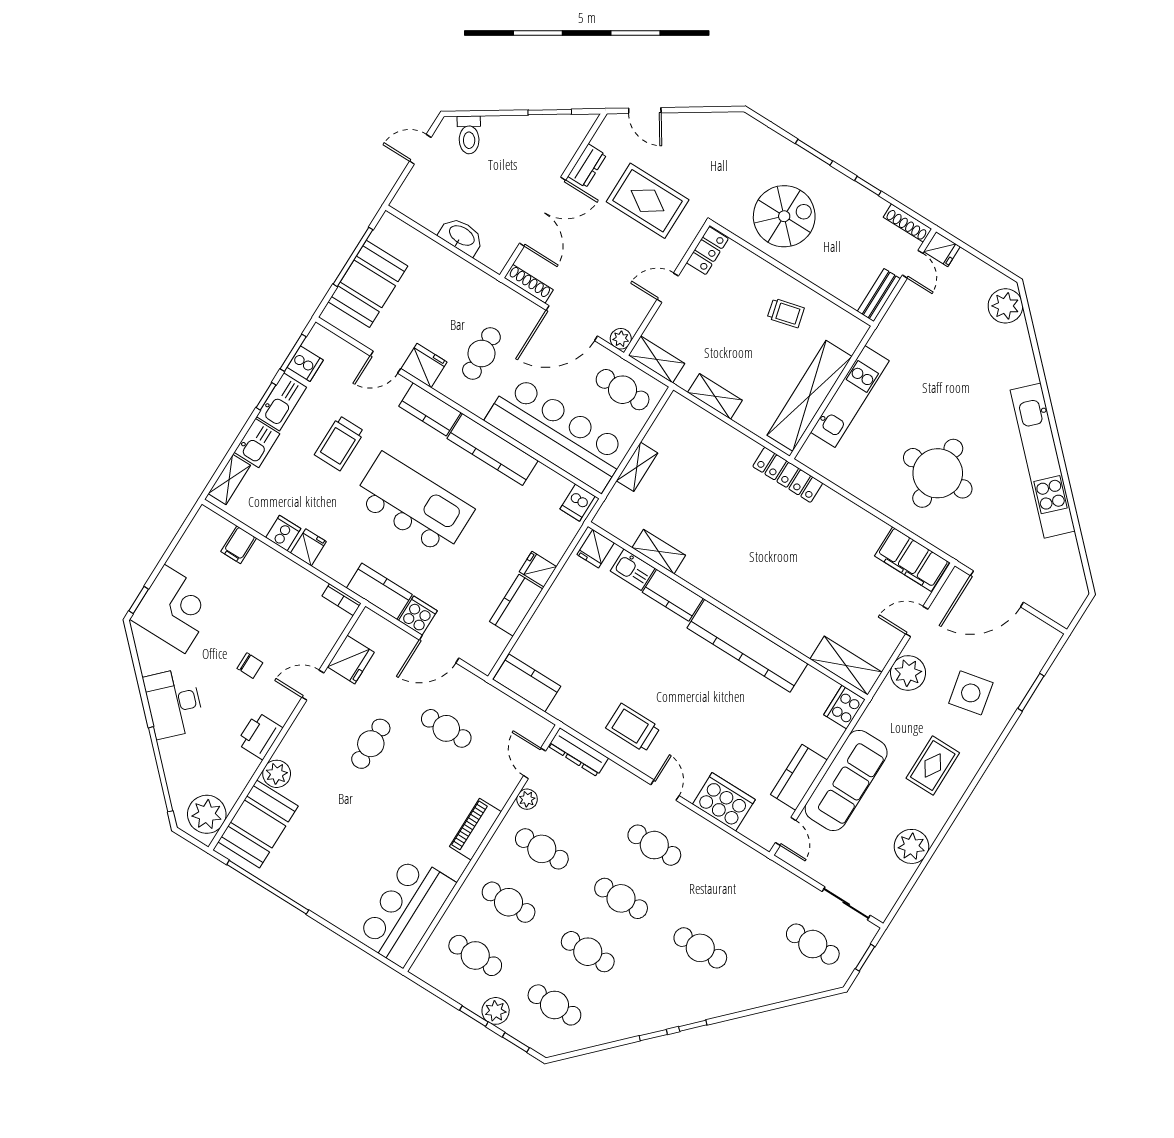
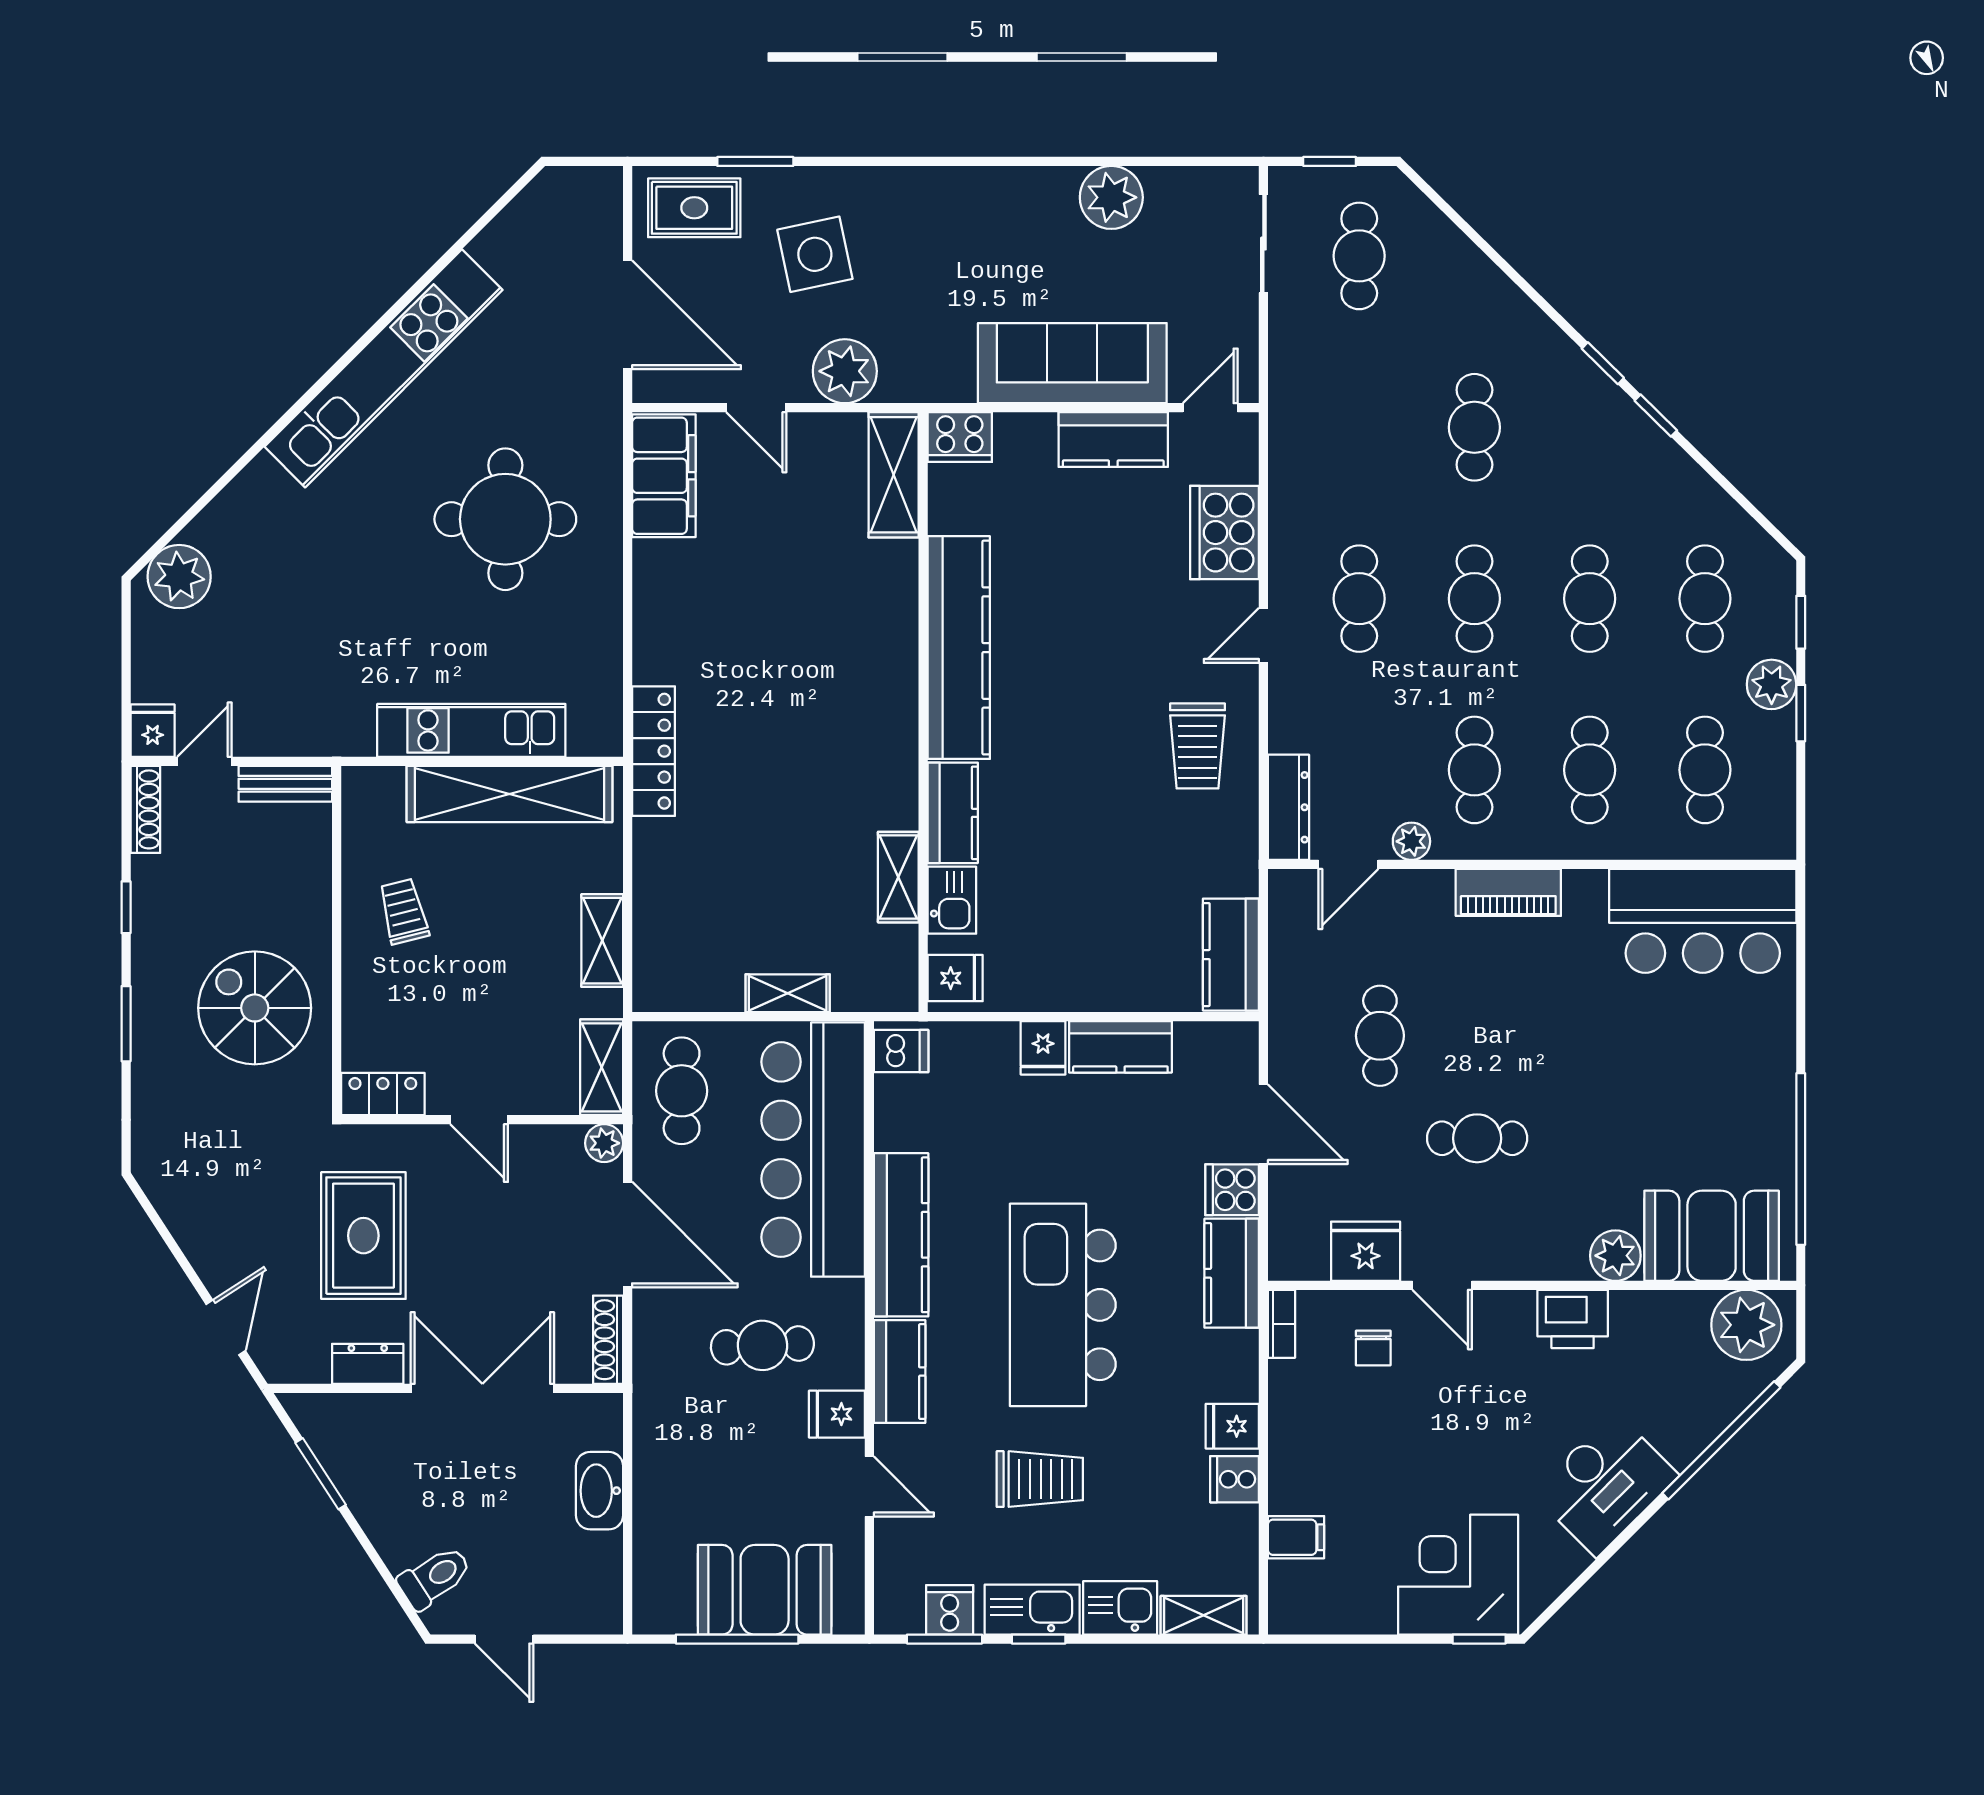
fridge: (424, 365) -> (837, 1414), width x0.72
chair: (250, 666) -> (1373, 1348), moved, turned 180
rug: (933, 765) -> (694, 208), moved

